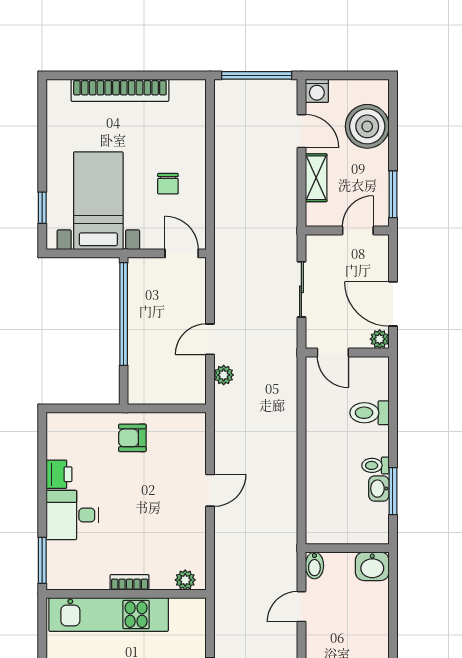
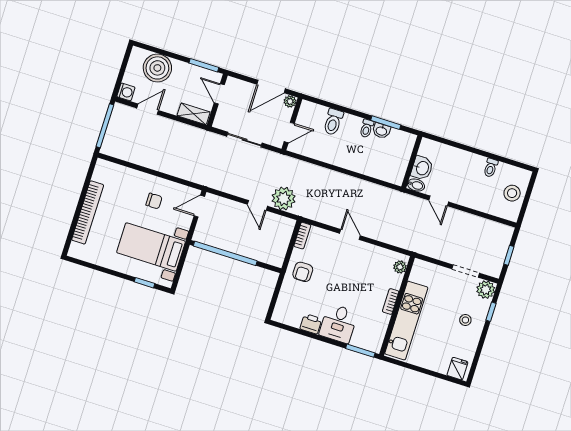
shelving: (316, 178) -> (194, 114), moved
plant: (224, 375) -> (284, 199), width x1.88, depth x1.88
bookcase: (186, 420) -> (302, 236), added
washbasin: (372, 566) -> (422, 168), moved

